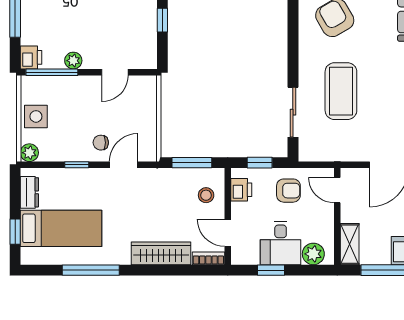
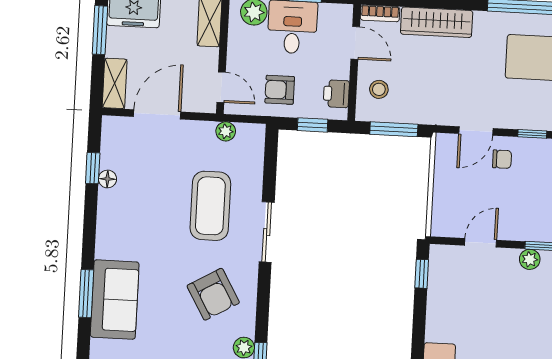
window: (162, 20) -> (422, 274), moved
sliding door: (293, 112) -> (267, 232), moved
plant: (332, 154) -> (226, 131), added

